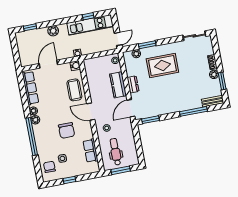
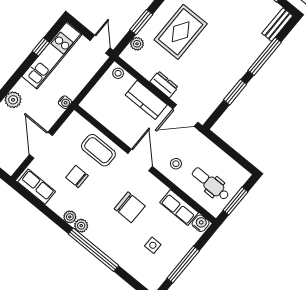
water cooler: (75, 66) -> (201, 223), moved
row of seats: (30, 88) -> (37, 187), width x0.68
door: (131, 108) -> (185, 115), hinge flipped
door: (91, 112) -> (140, 160), swing flipped
window: (150, 120) -> (235, 92), moved
chair: (49, 167) -> (77, 177), moved
window: (69, 180) -> (183, 264), width x2.17

